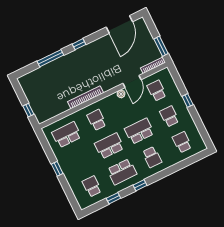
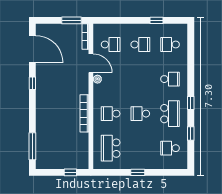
window: (79, 44) -> (32, 83), moved
window: (50, 58) -> (32, 146), moved
school desk: (157, 91) -> (111, 45), turned 180
window: (188, 100) -> (157, 20), moved
school desk: (169, 116) -> (140, 45), turned 180
school desk: (139, 131) -> (140, 79), removed
school desk: (109, 146) -> (140, 114), width x0.54

